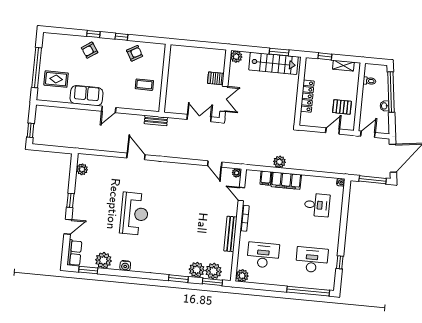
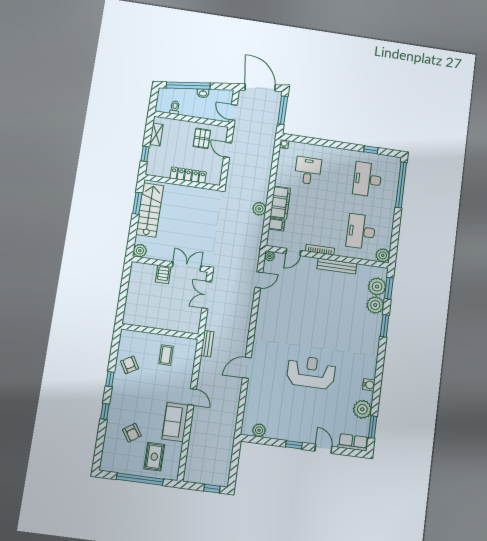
armchair: (90, 50) -> (132, 433), moved

